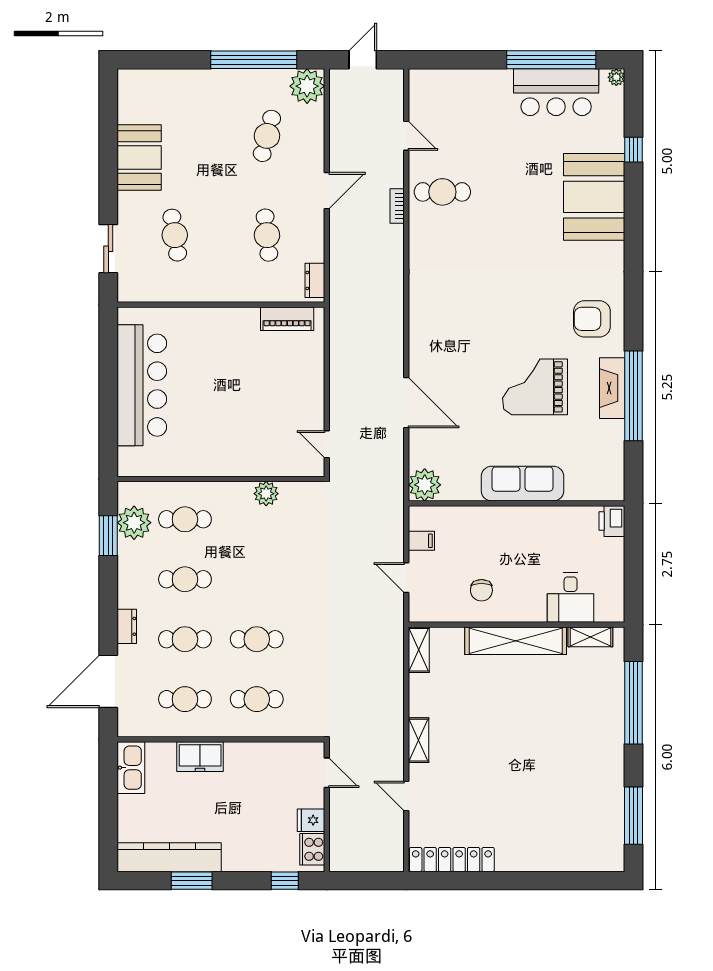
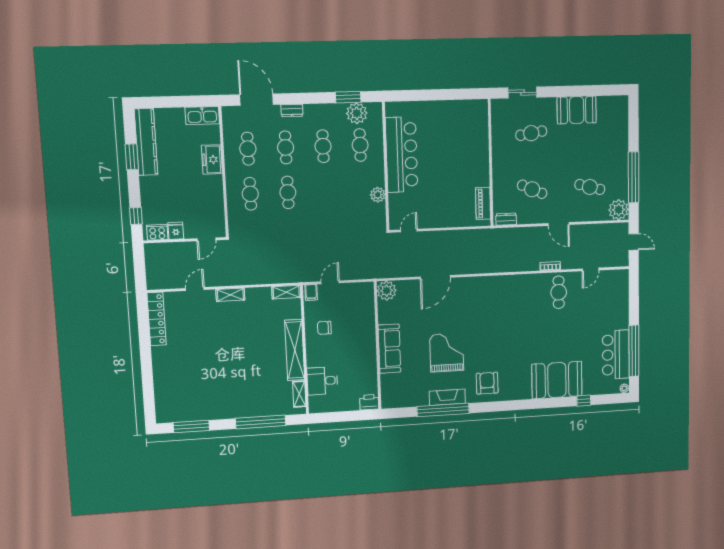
cafe table: (267, 235) -> (532, 189), turned 30
bar counter: (142, 385) -> (402, 155), moved, turned -90
filing cabinet: (421, 541) -> (311, 292), moved

